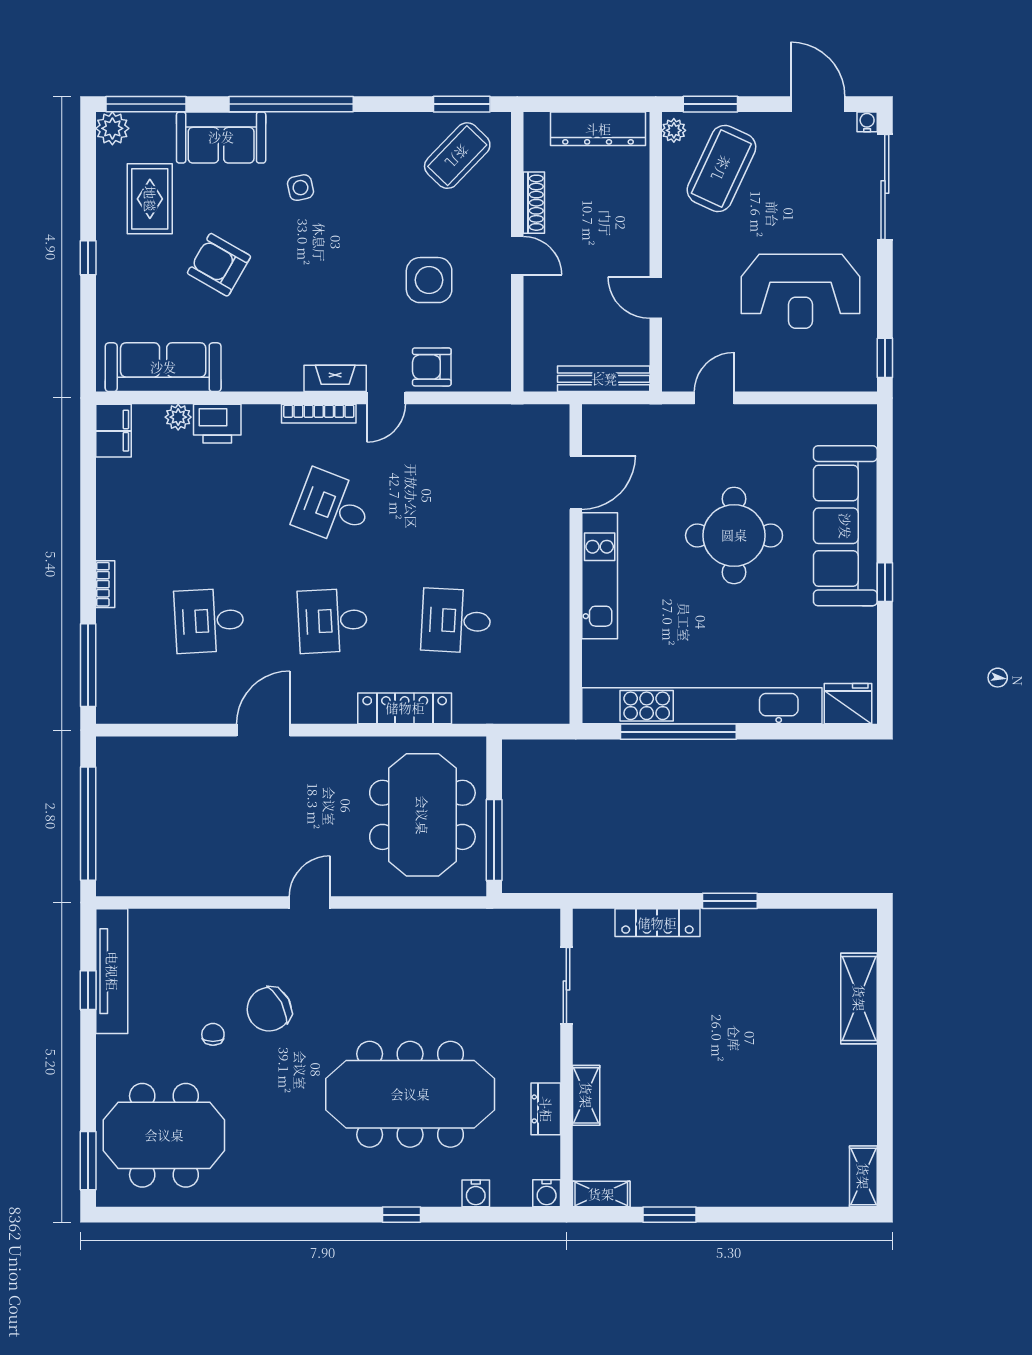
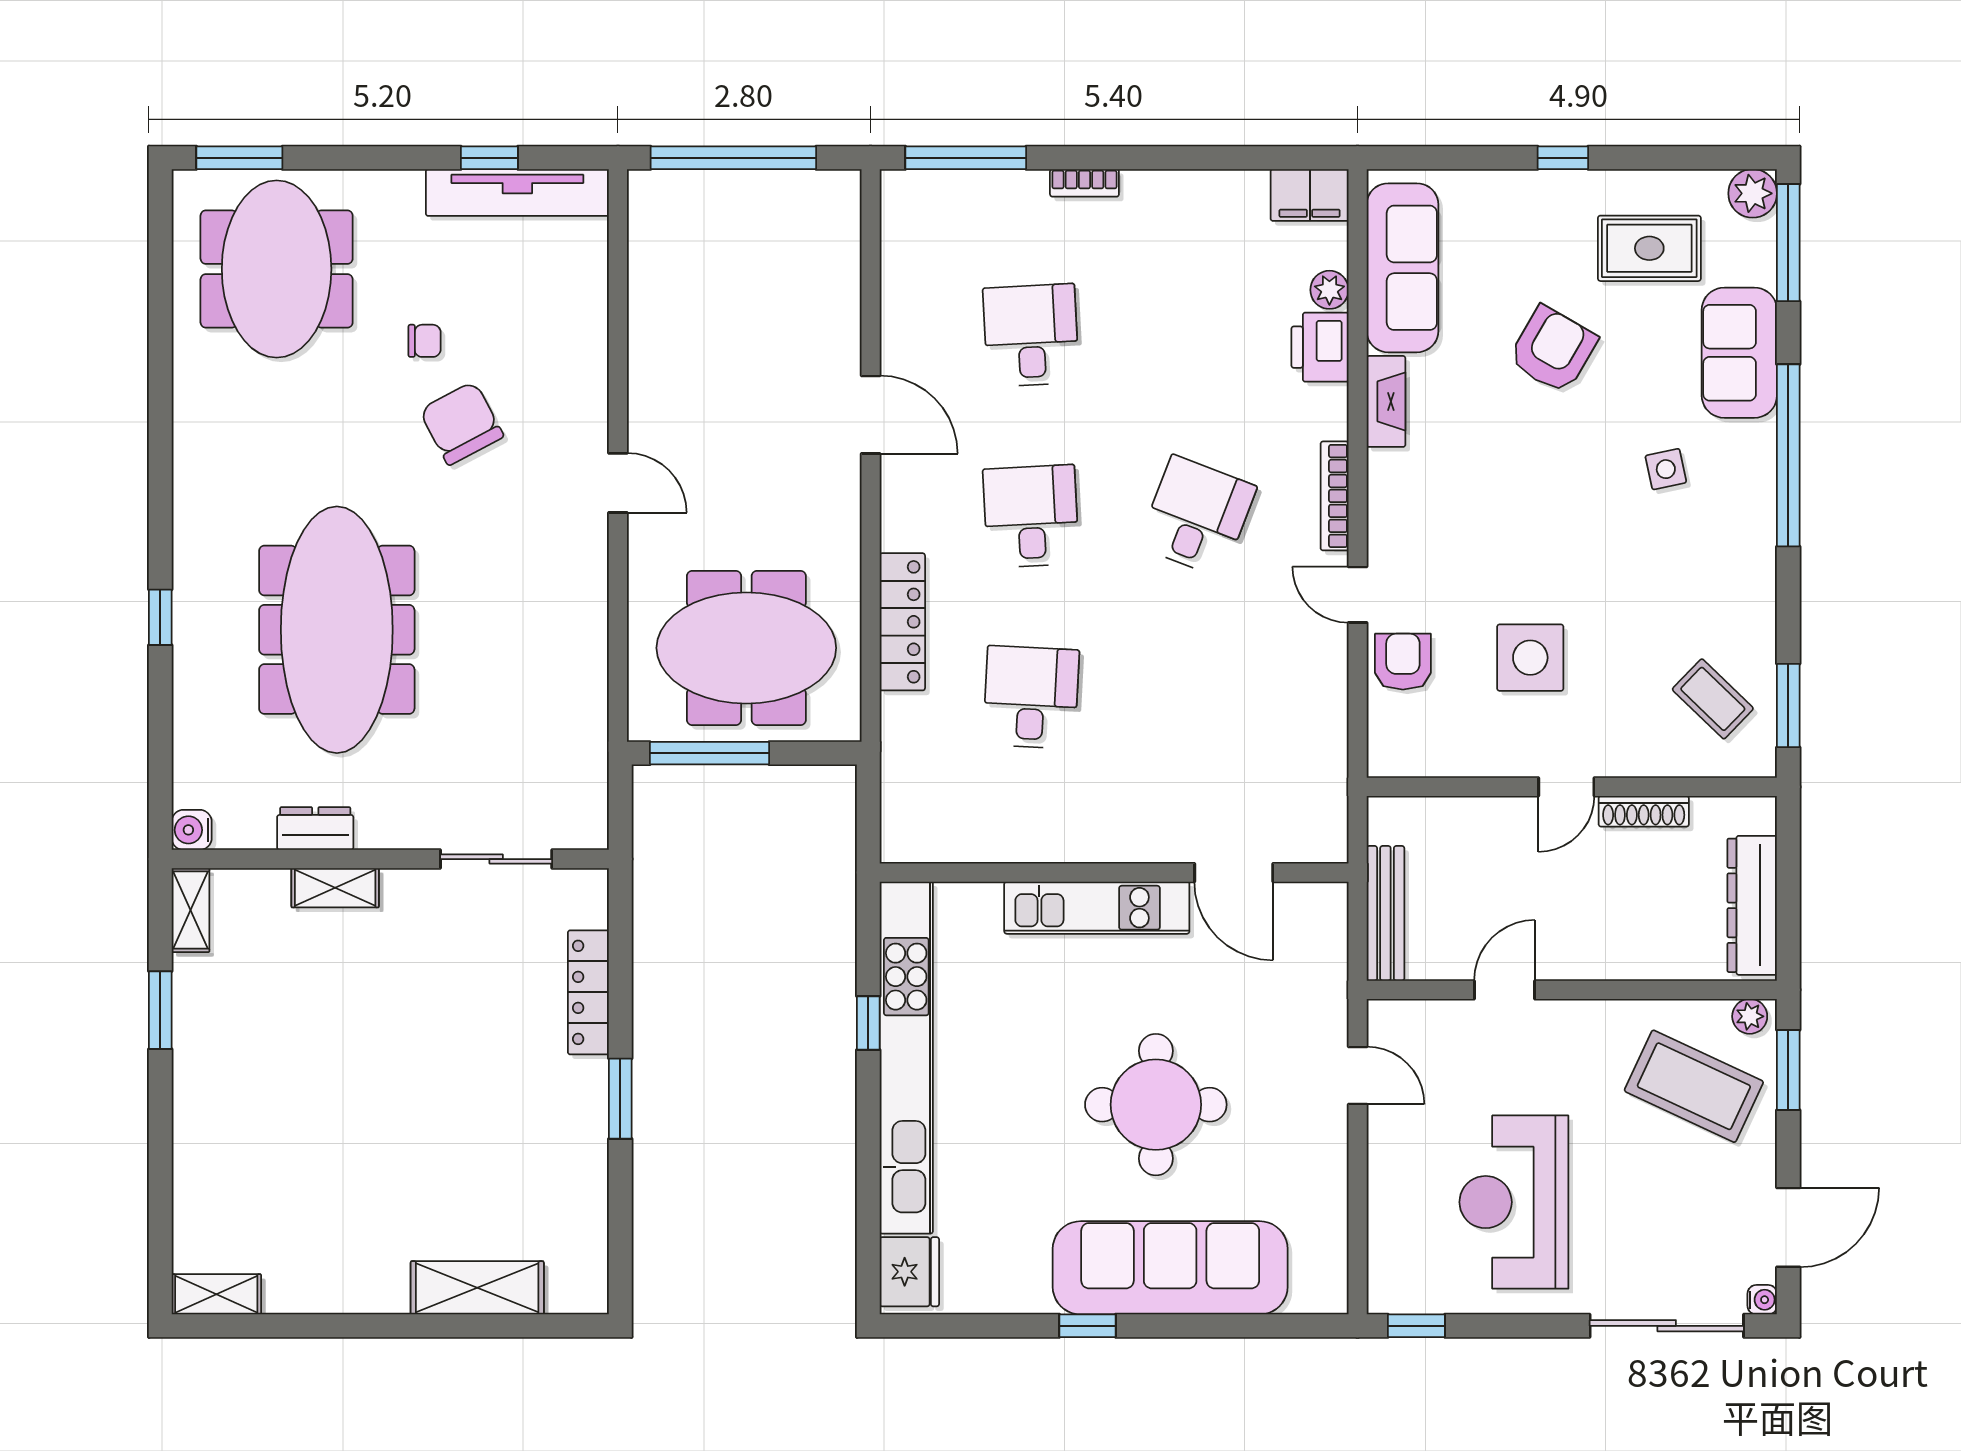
coffee table: (457, 156) -> (1713, 699), width x0.73, depth x0.77
fireplace: (335, 378) -> (1386, 401), moved
window: (678, 732) -> (868, 1023), width x0.32
water cooler: (476, 1193) -> (191, 726), removed

